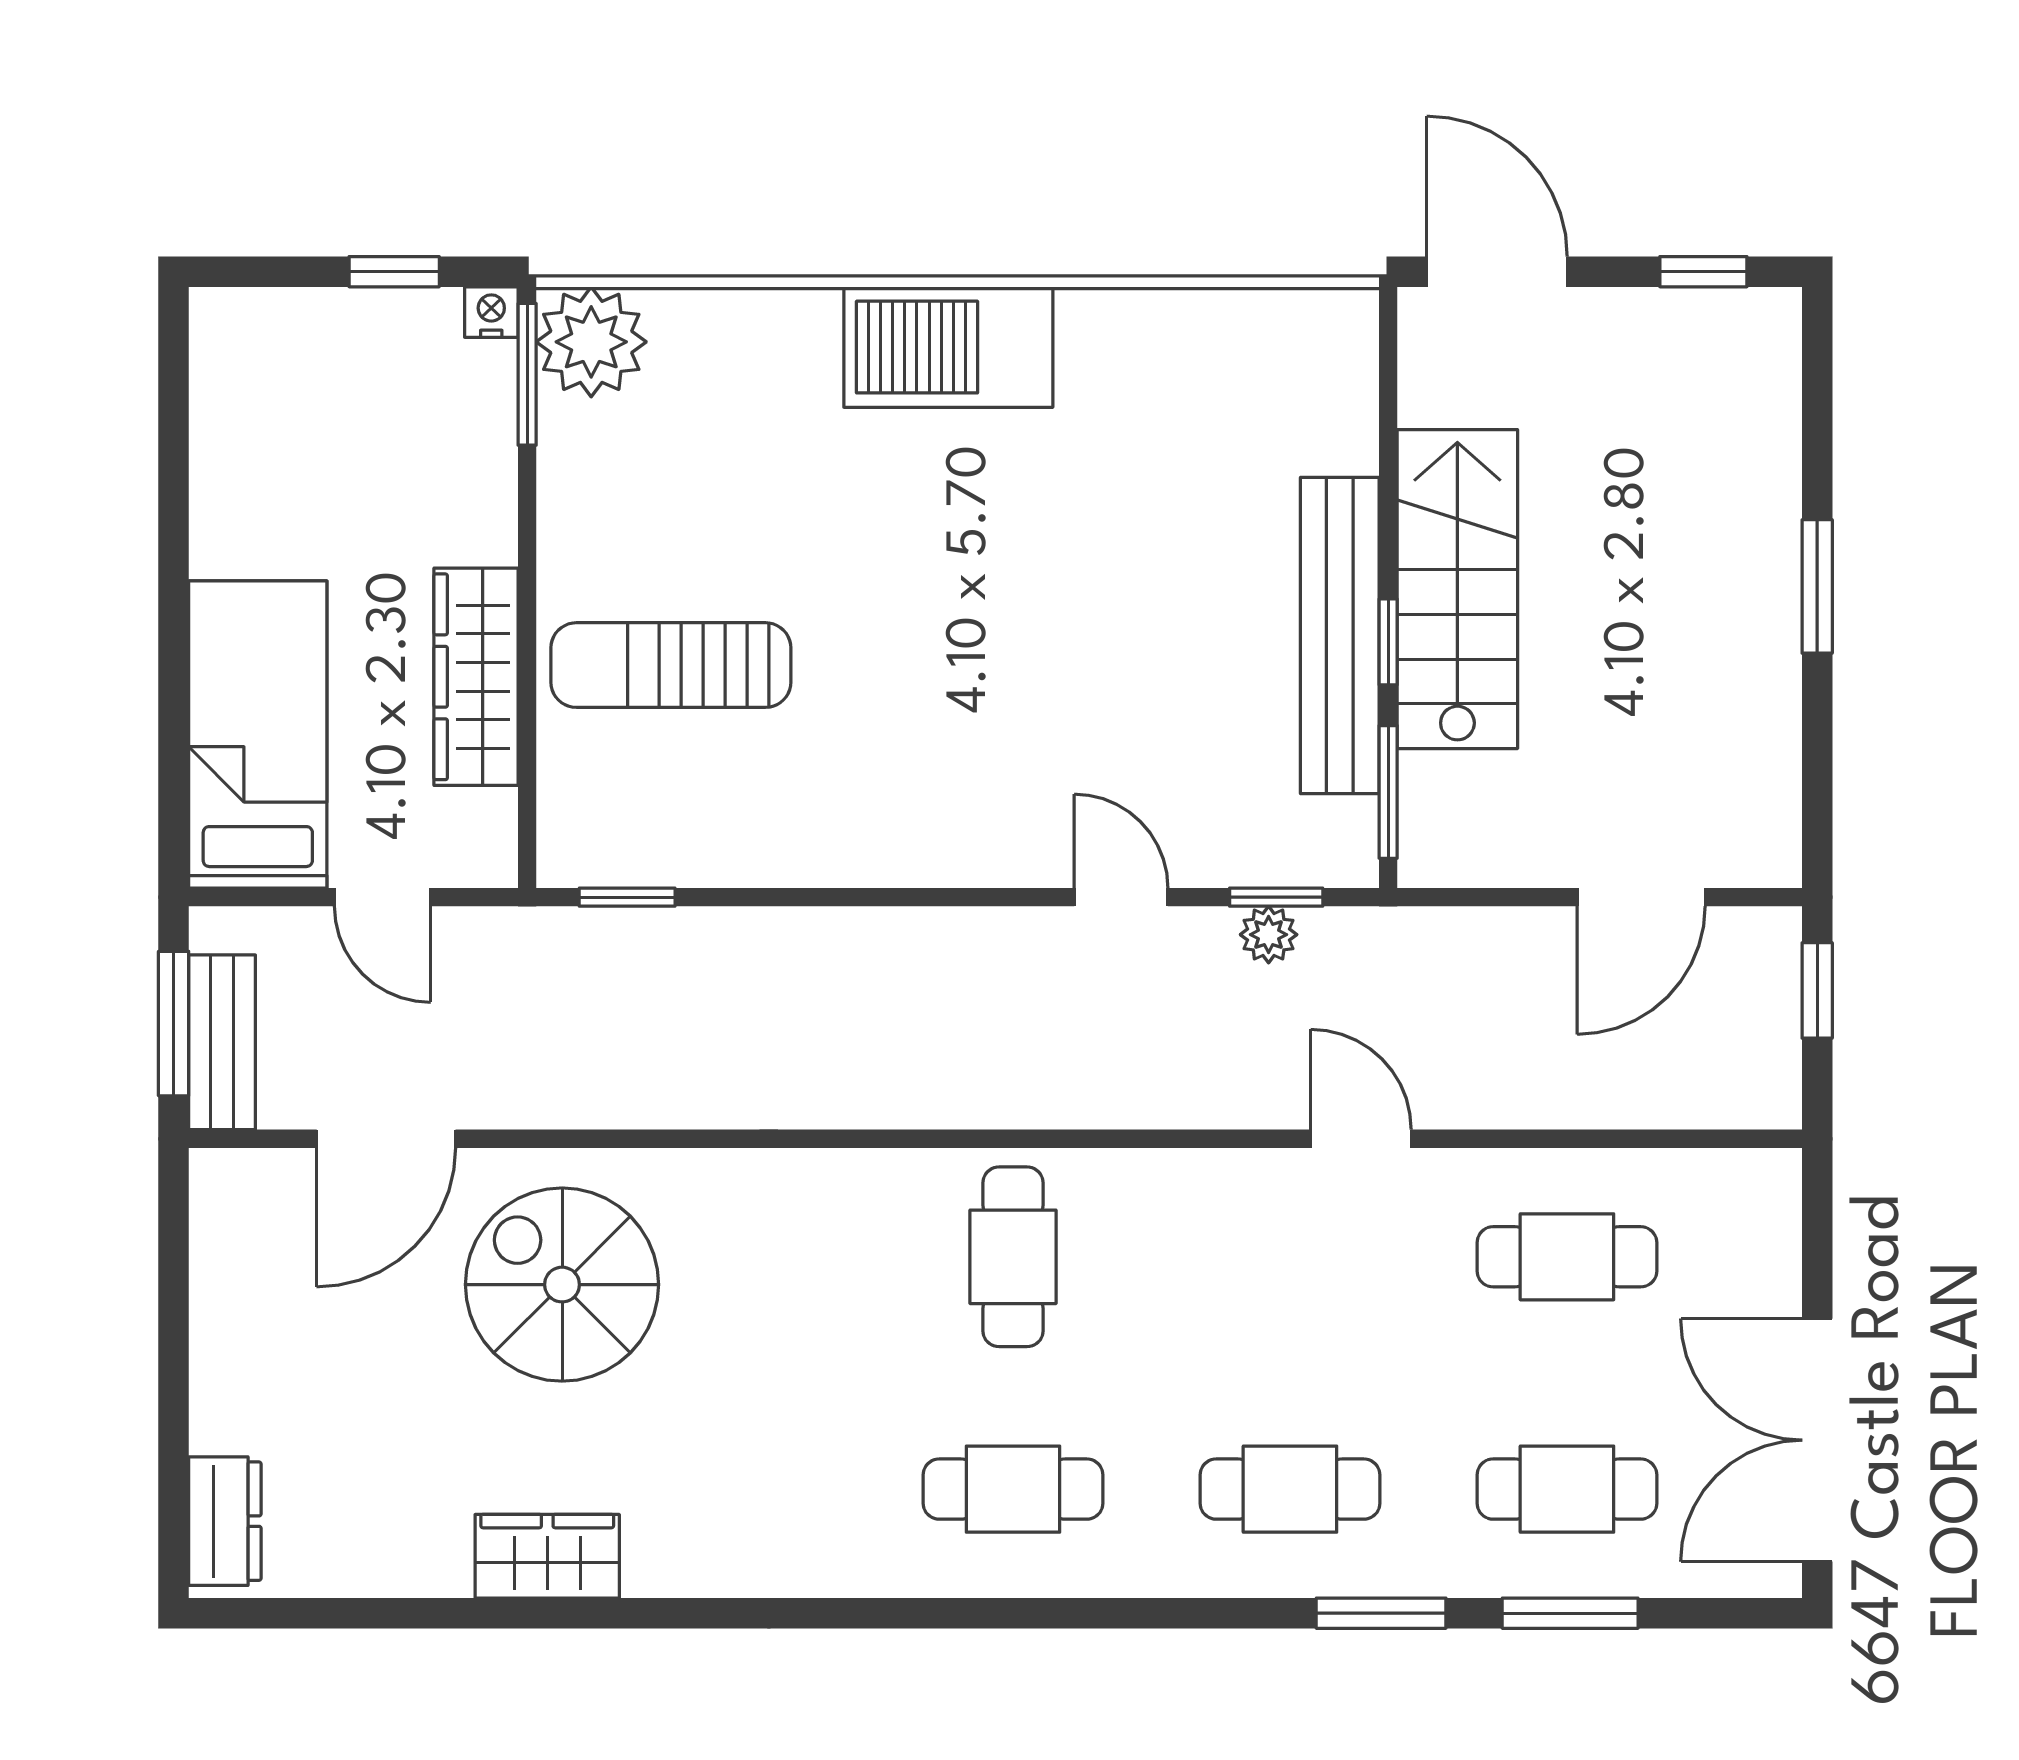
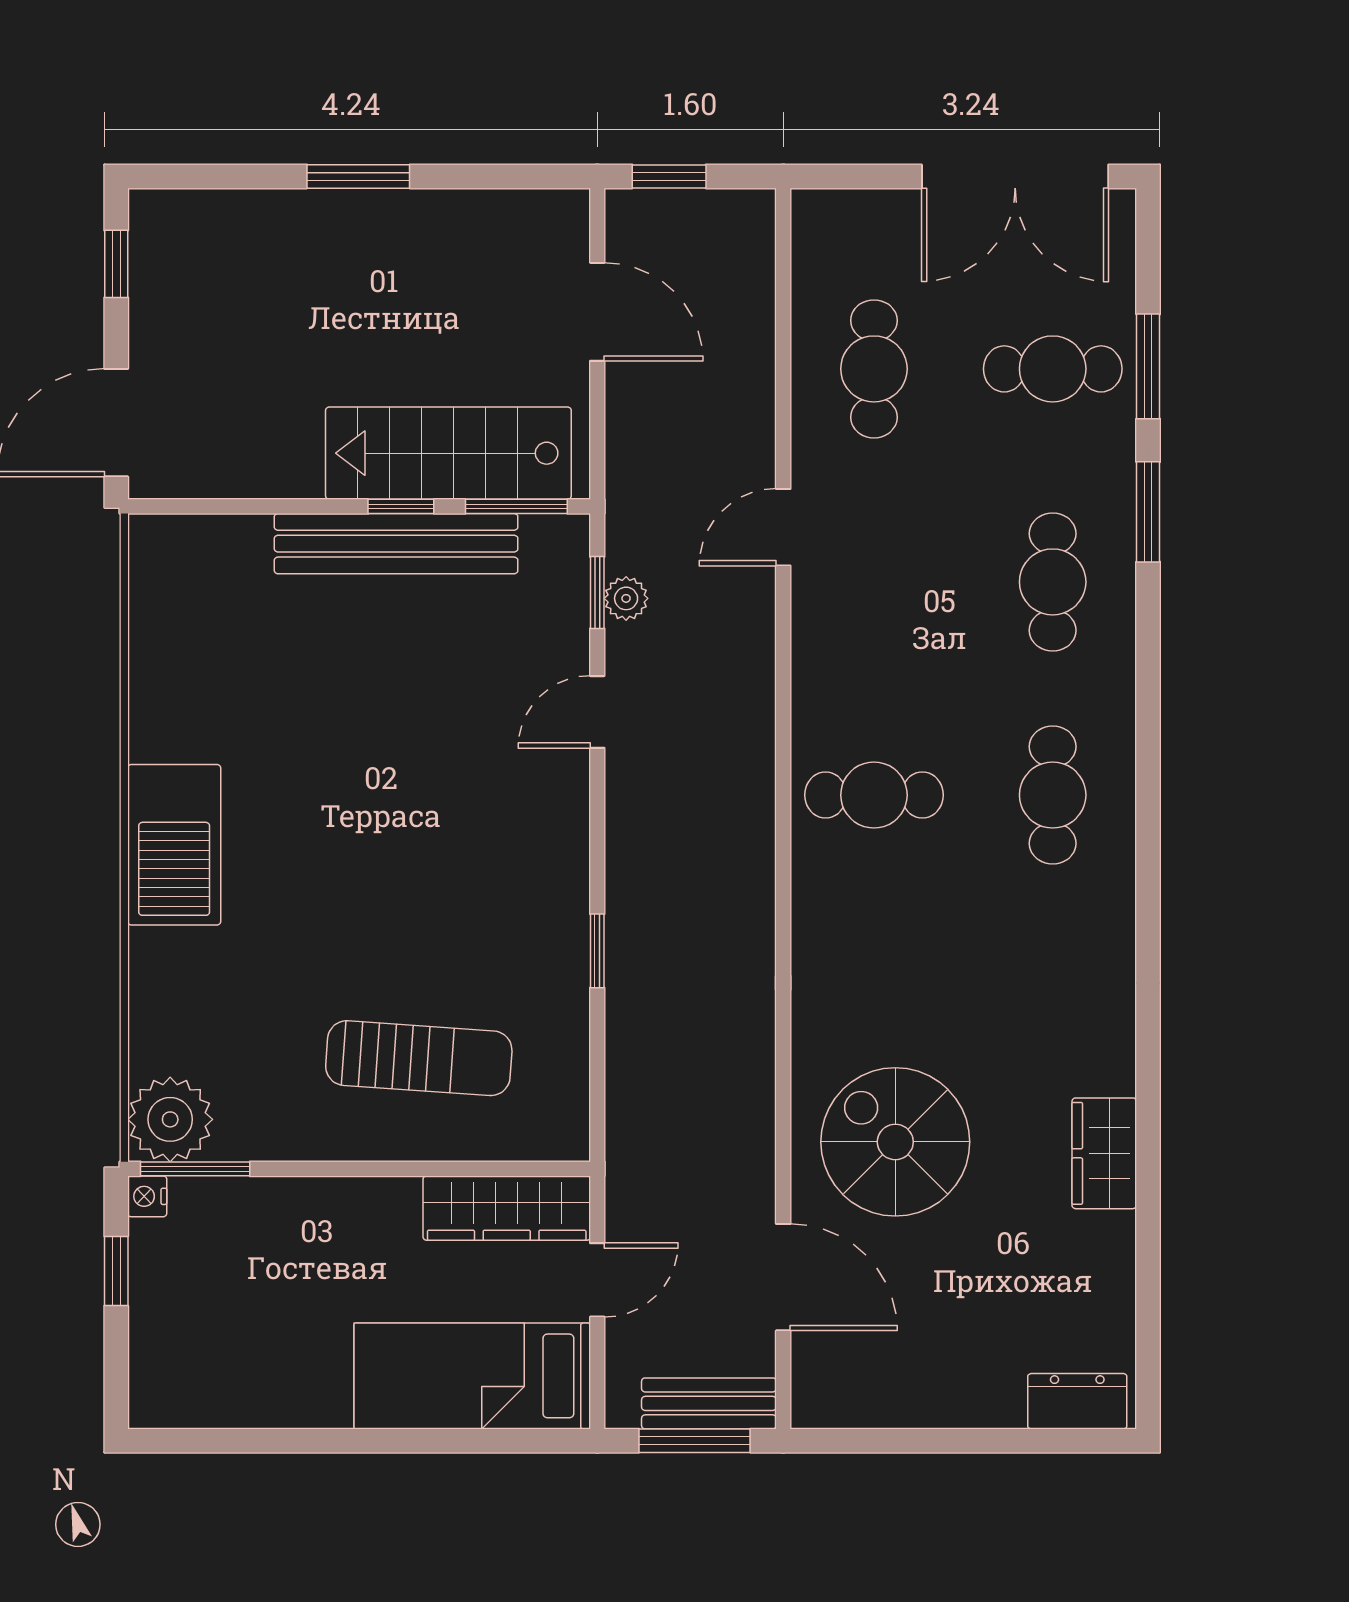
stairs: (1457, 589) -> (448, 453), moved
sun lounger: (671, 665) -> (419, 1058), turned -86
wardrobe: (476, 677) -> (507, 1208), moved
window: (627, 897) -> (597, 951), moved
spiral stairs: (562, 1285) -> (895, 1142), turned 90
cafe table: (1567, 1489) -> (1053, 369), turned 90

